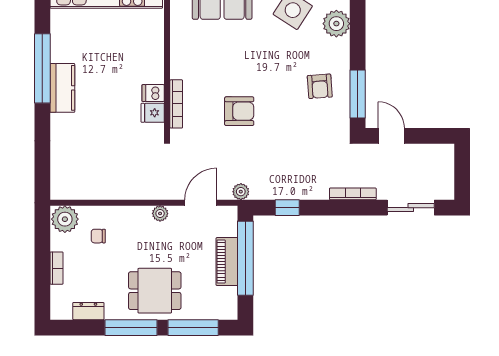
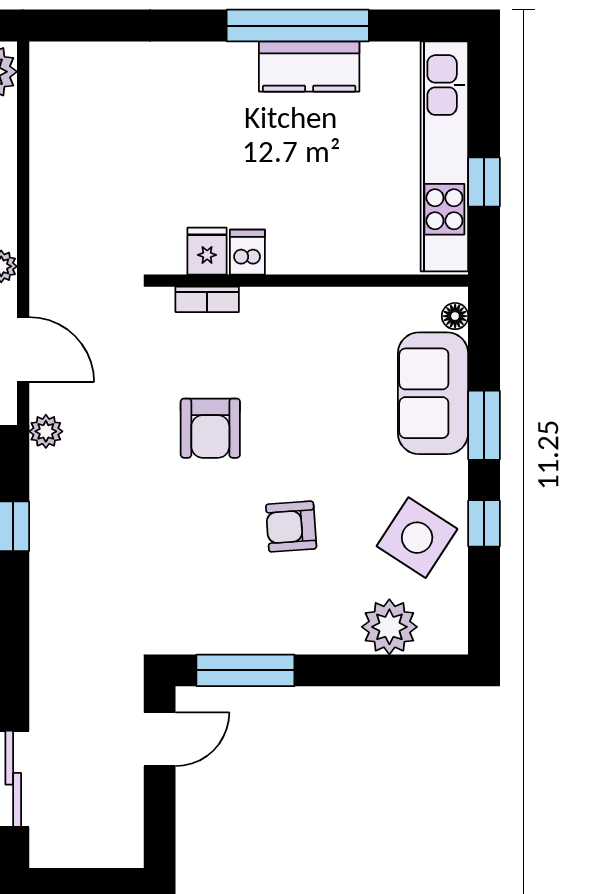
armchair: (320, 86) -> (291, 527), moved
kitchen counter: (62, 88) -> (309, 66), moved
bookcase: (176, 104) -> (207, 299), width x0.64
bookcase: (353, 194) -> (41, 660), removed

